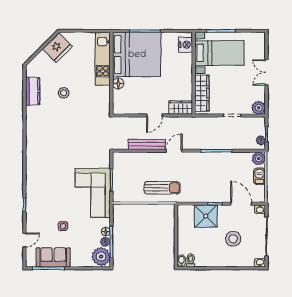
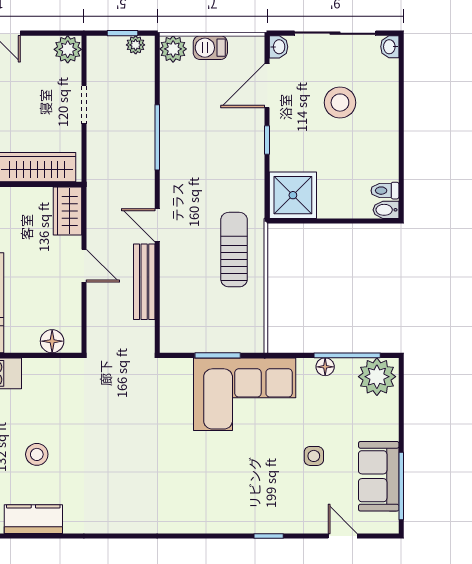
floor lamp: (118, 83) -> (52, 341), moved
shower: (206, 216) -> (293, 195), moved
plant: (105, 242) -> (346, 368), removed

